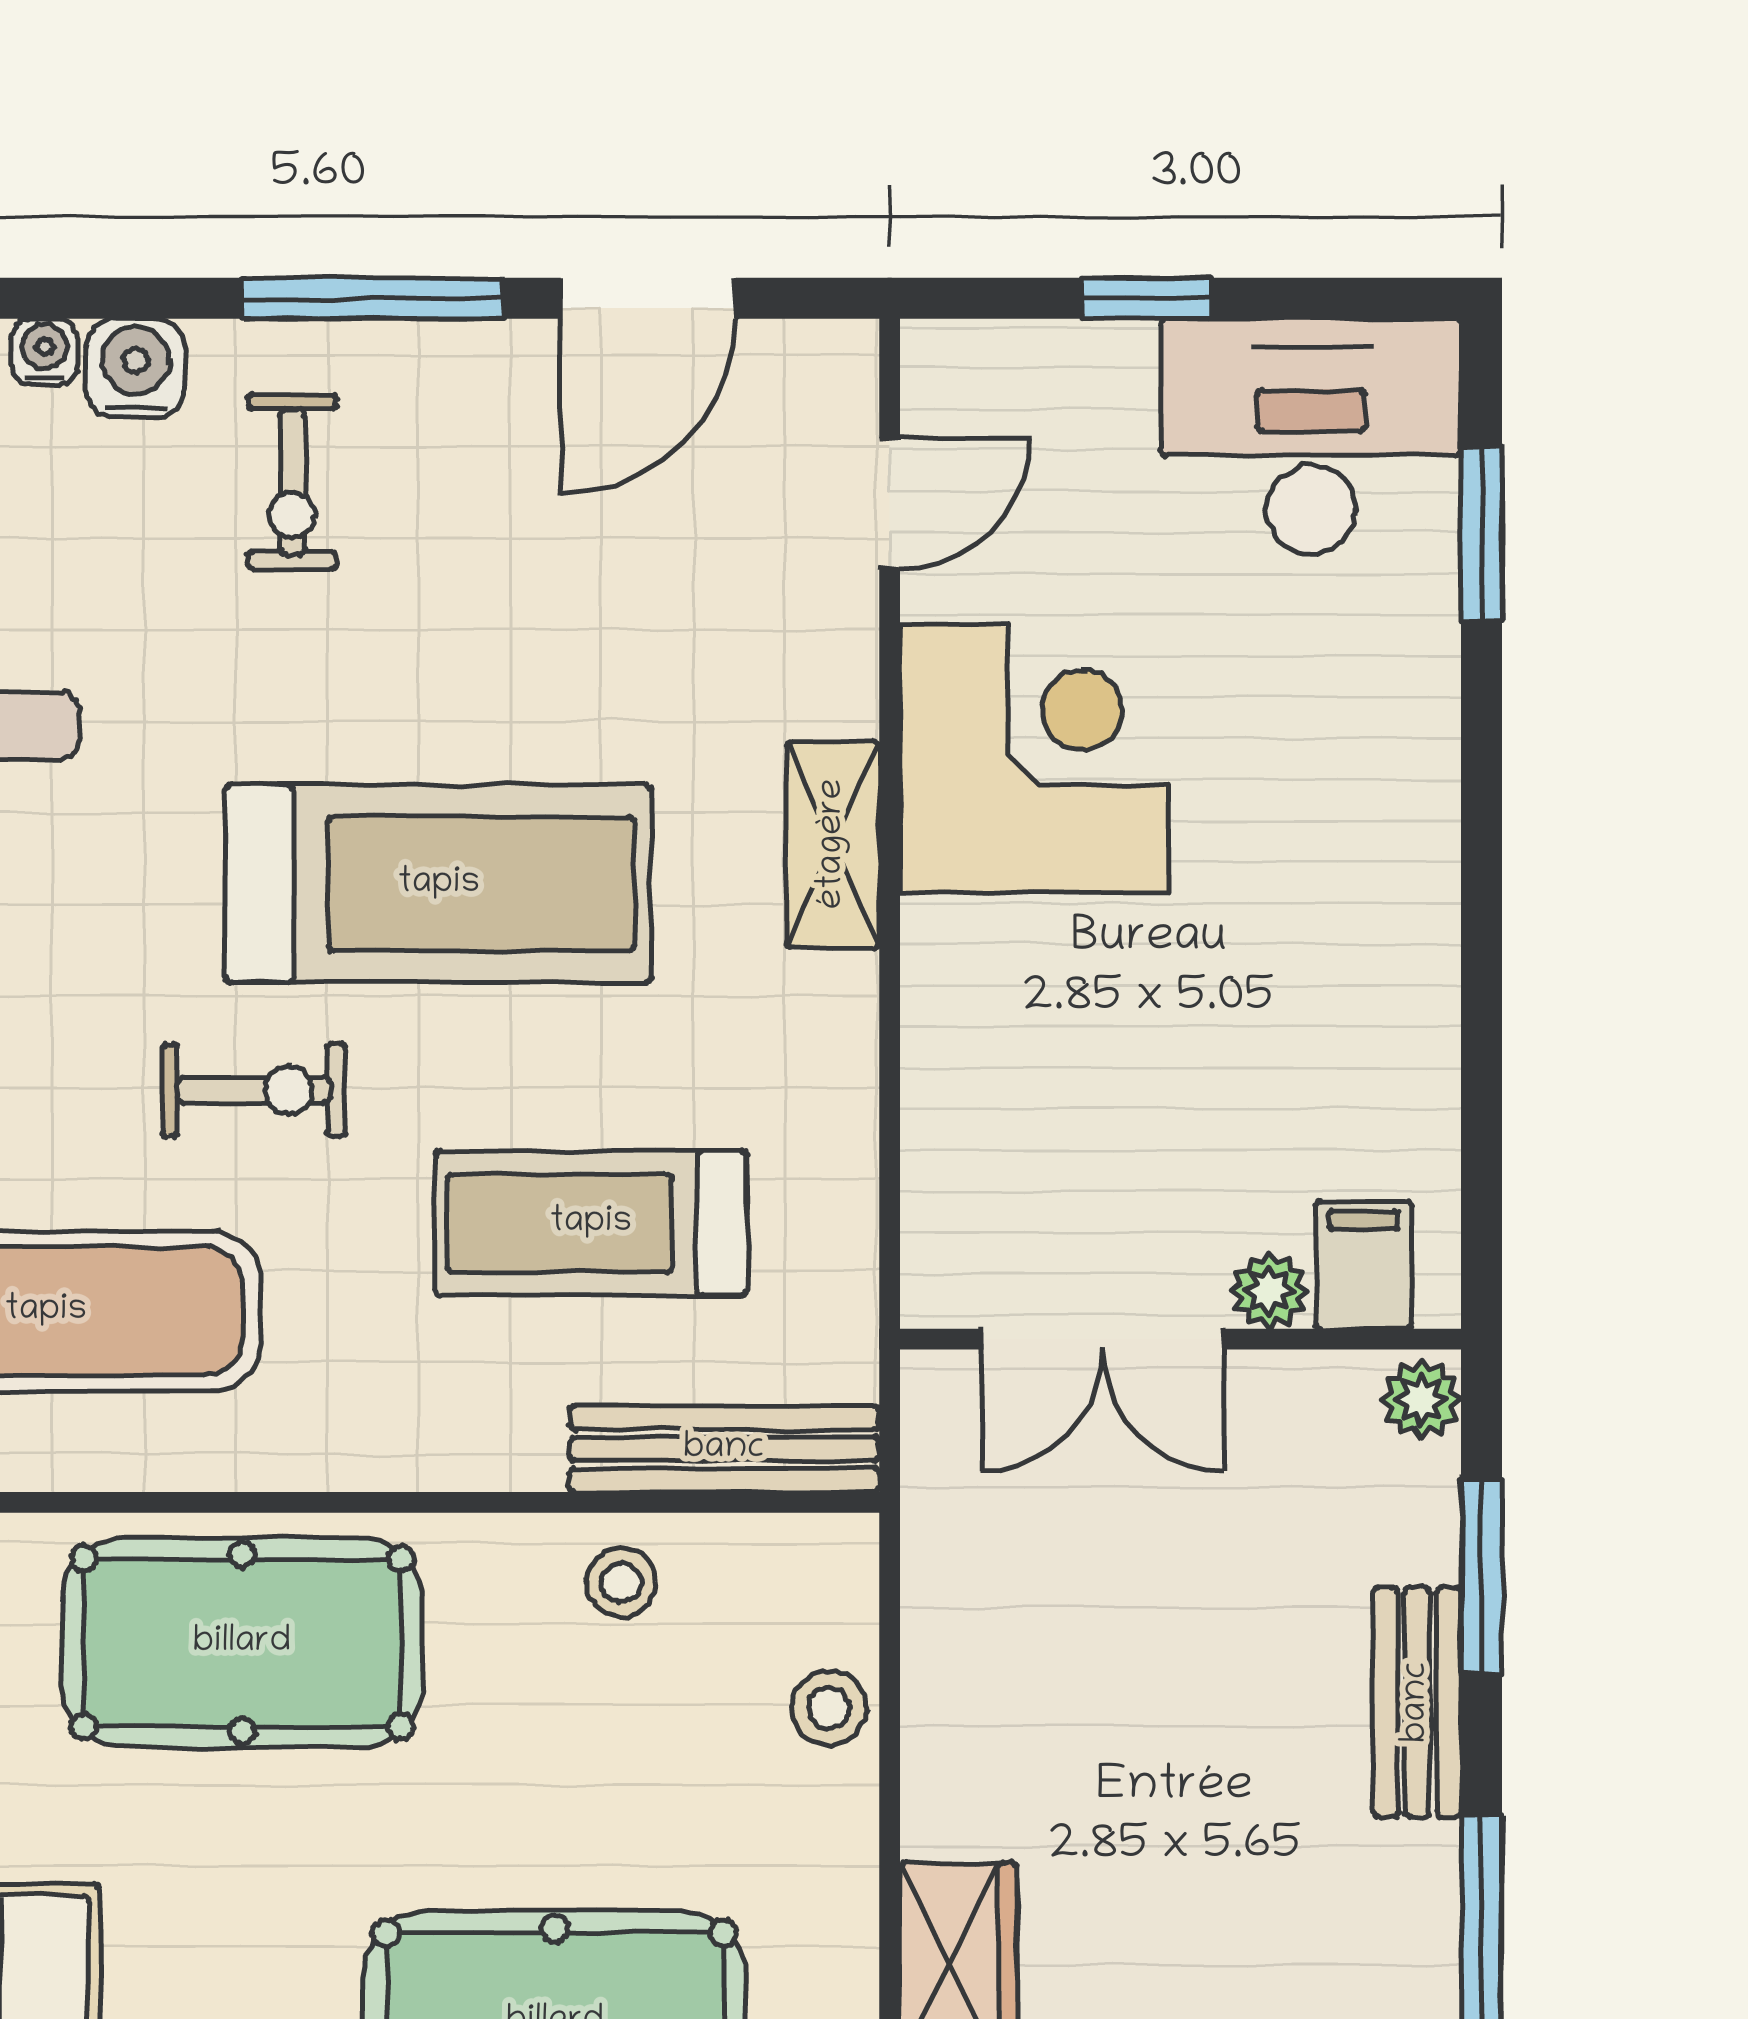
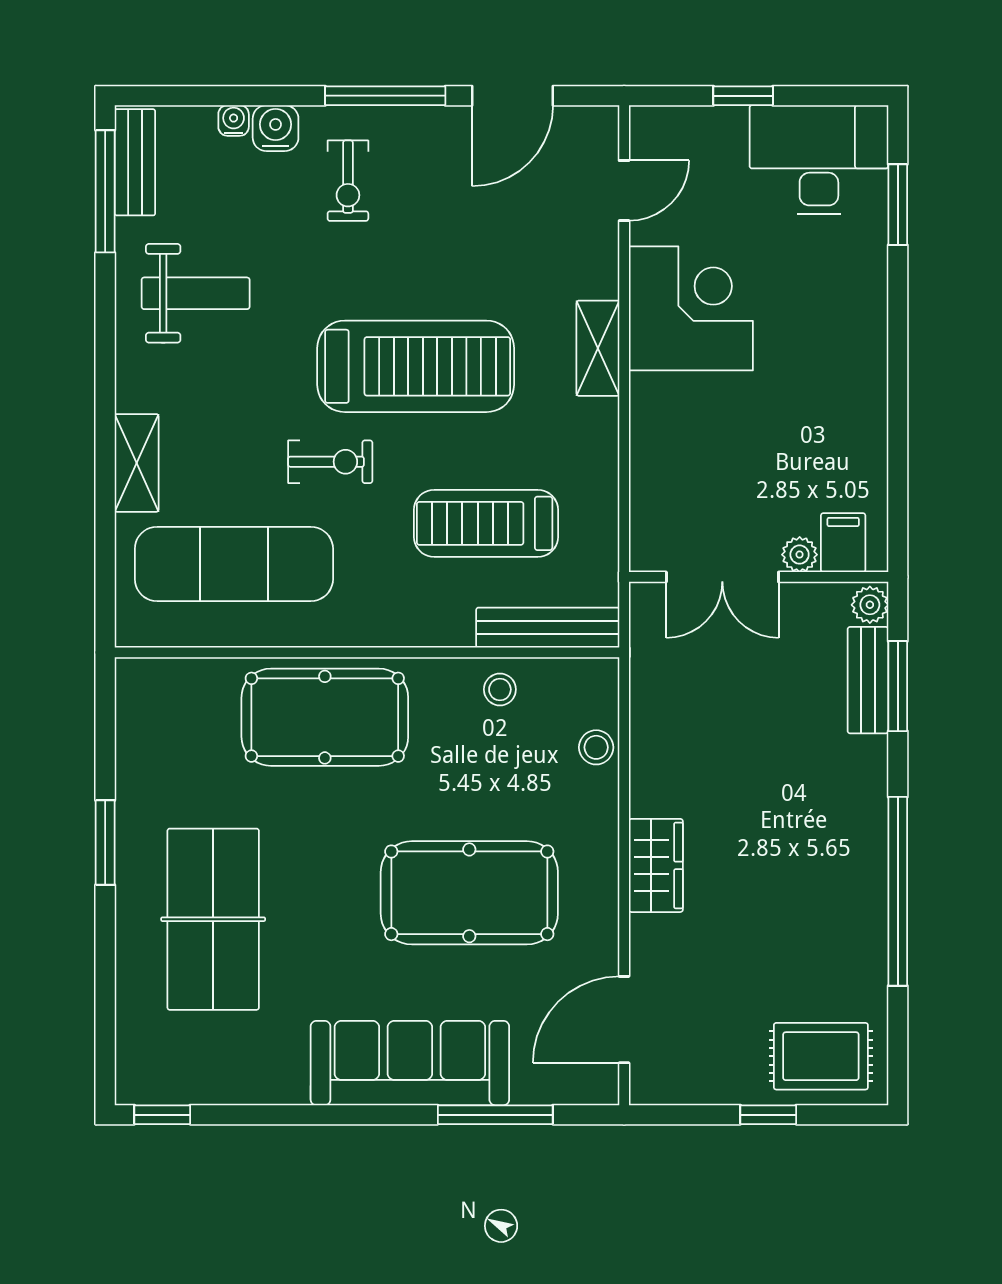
bench: (1417, 1702) -> (868, 680), moved

